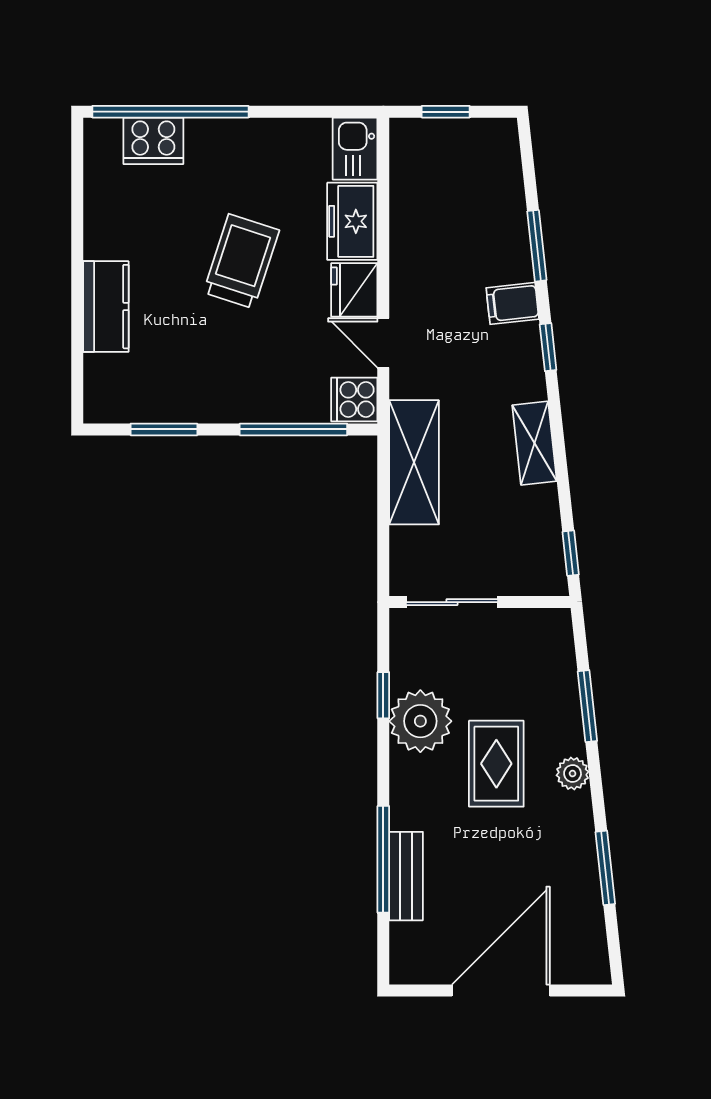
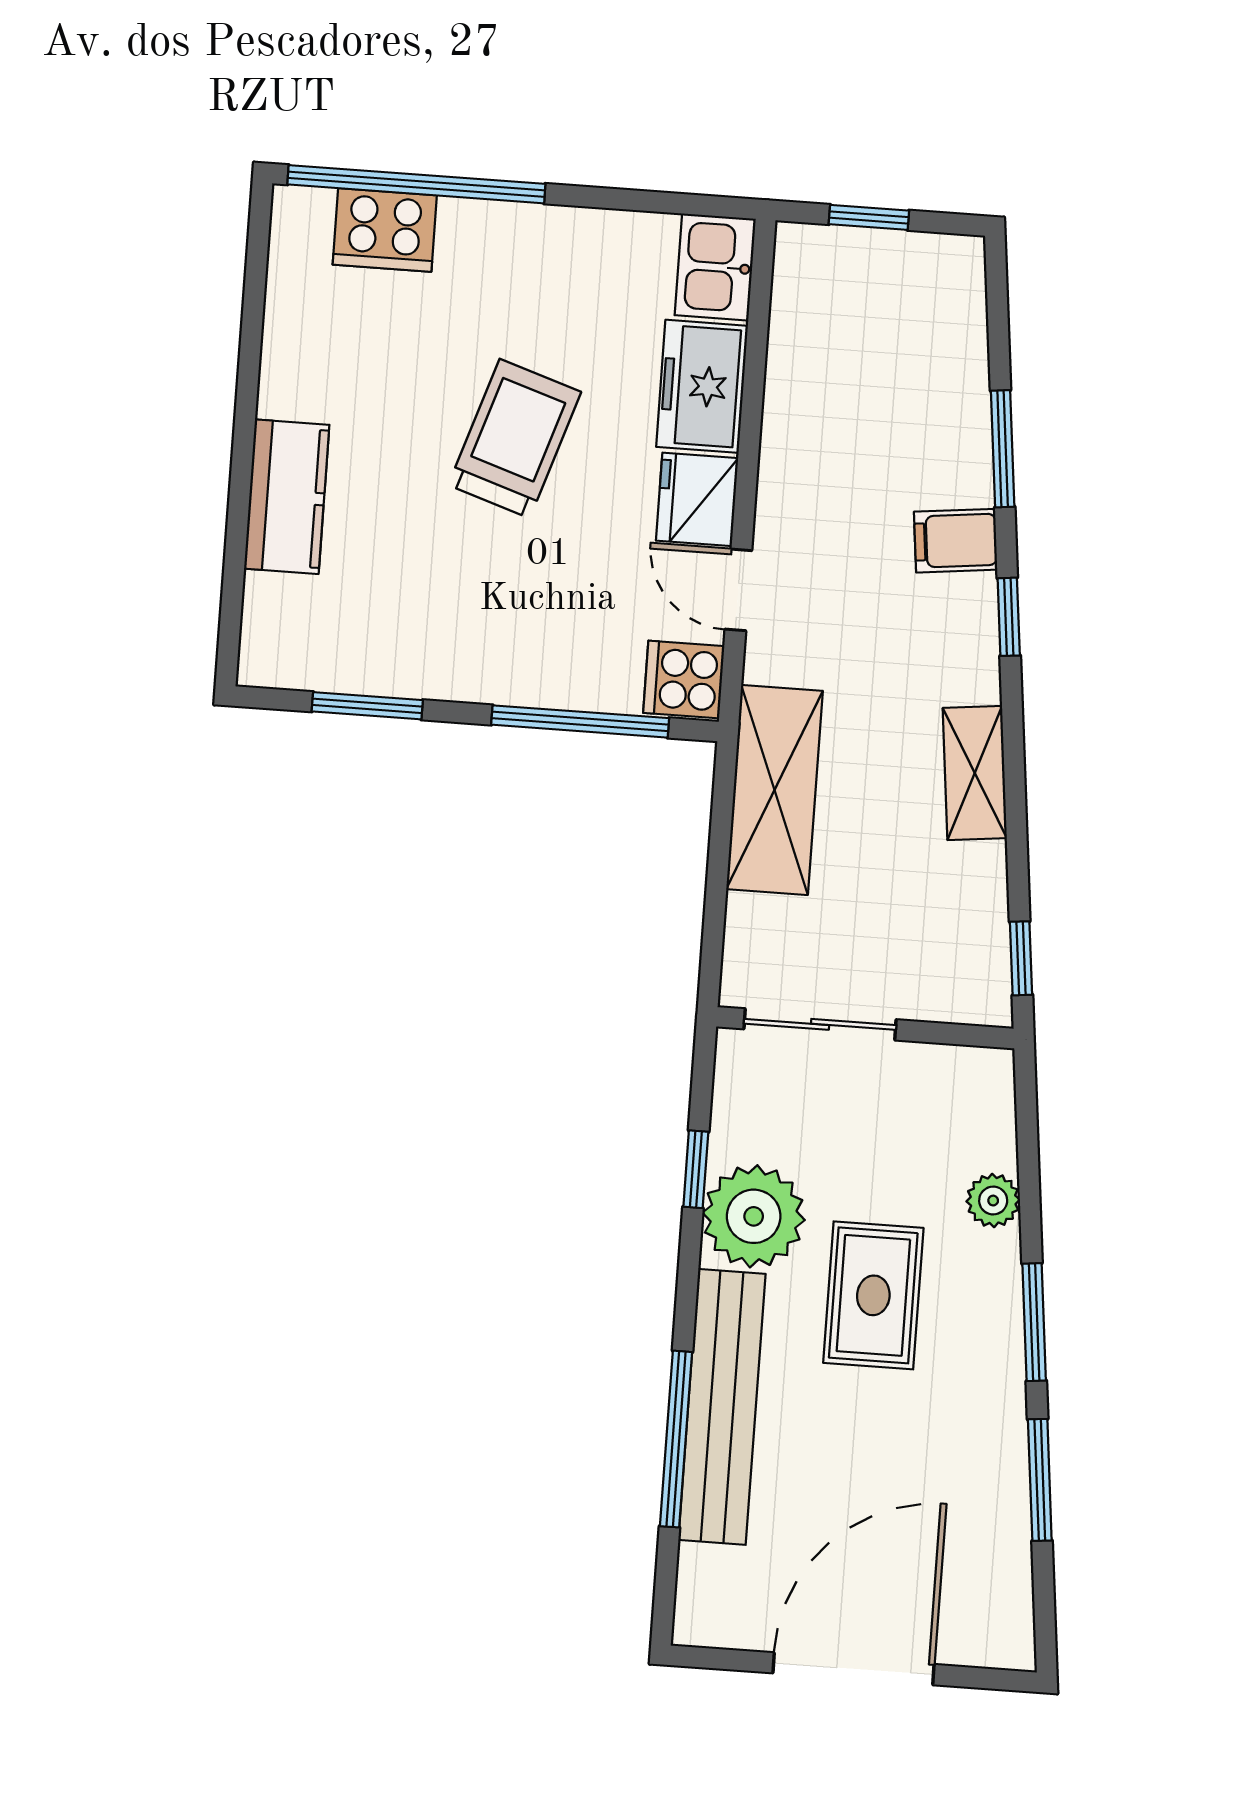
window: (587, 706) -> (1034, 1322), moved
plant: (573, 774) -> (993, 1201), moved
bench: (406, 876) -> (722, 1407), width x1.86, depth x1.21

